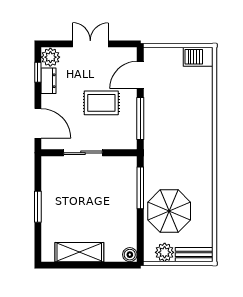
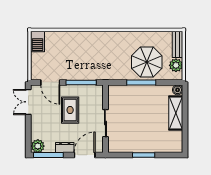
double door: (90, 44) -> (28, 102), moved
window: (38, 72) -> (48, 155), width x2.17
dresser: (48, 81) -> (65, 147), moved
window: (140, 188) -> (141, 82), moved
shelving: (79, 252) -> (176, 113), moved

